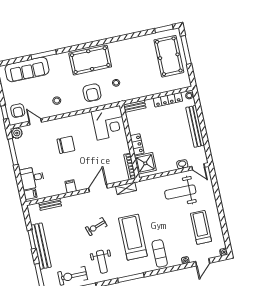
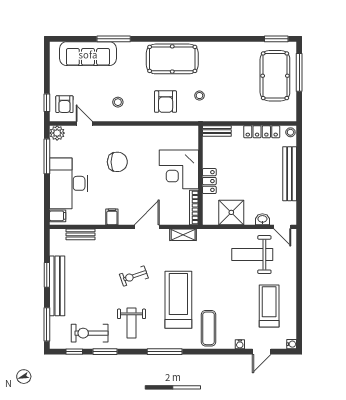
corner desk: (109, 123) -> (179, 169), moved, turned 90
shower: (145, 163) -> (231, 212), moved
desk: (32, 178) -> (69, 183), width x1.87, depth x1.30

